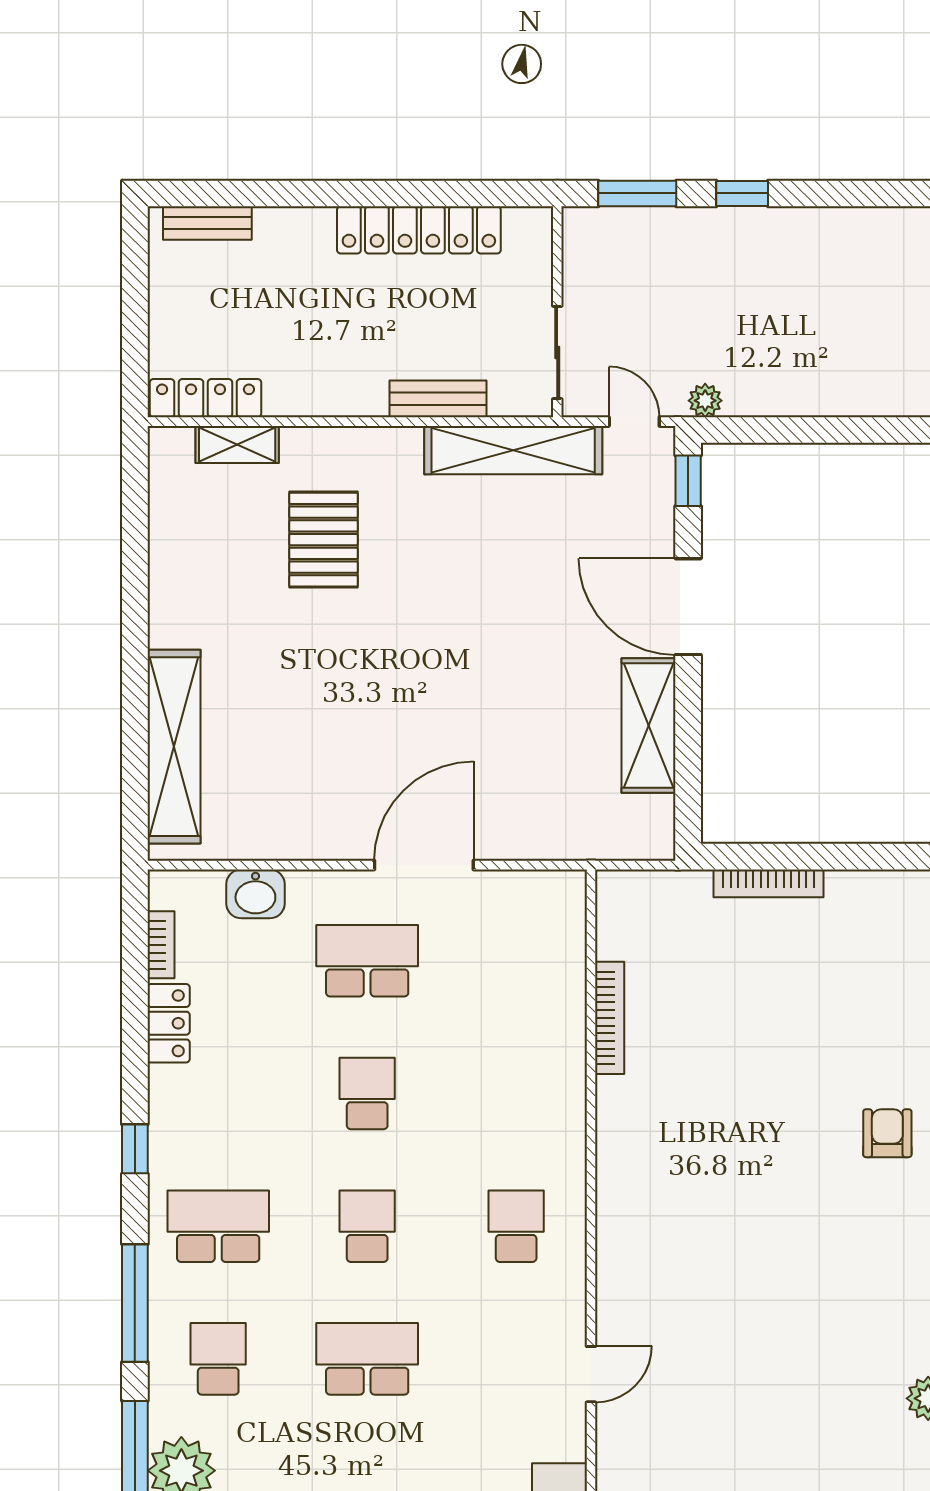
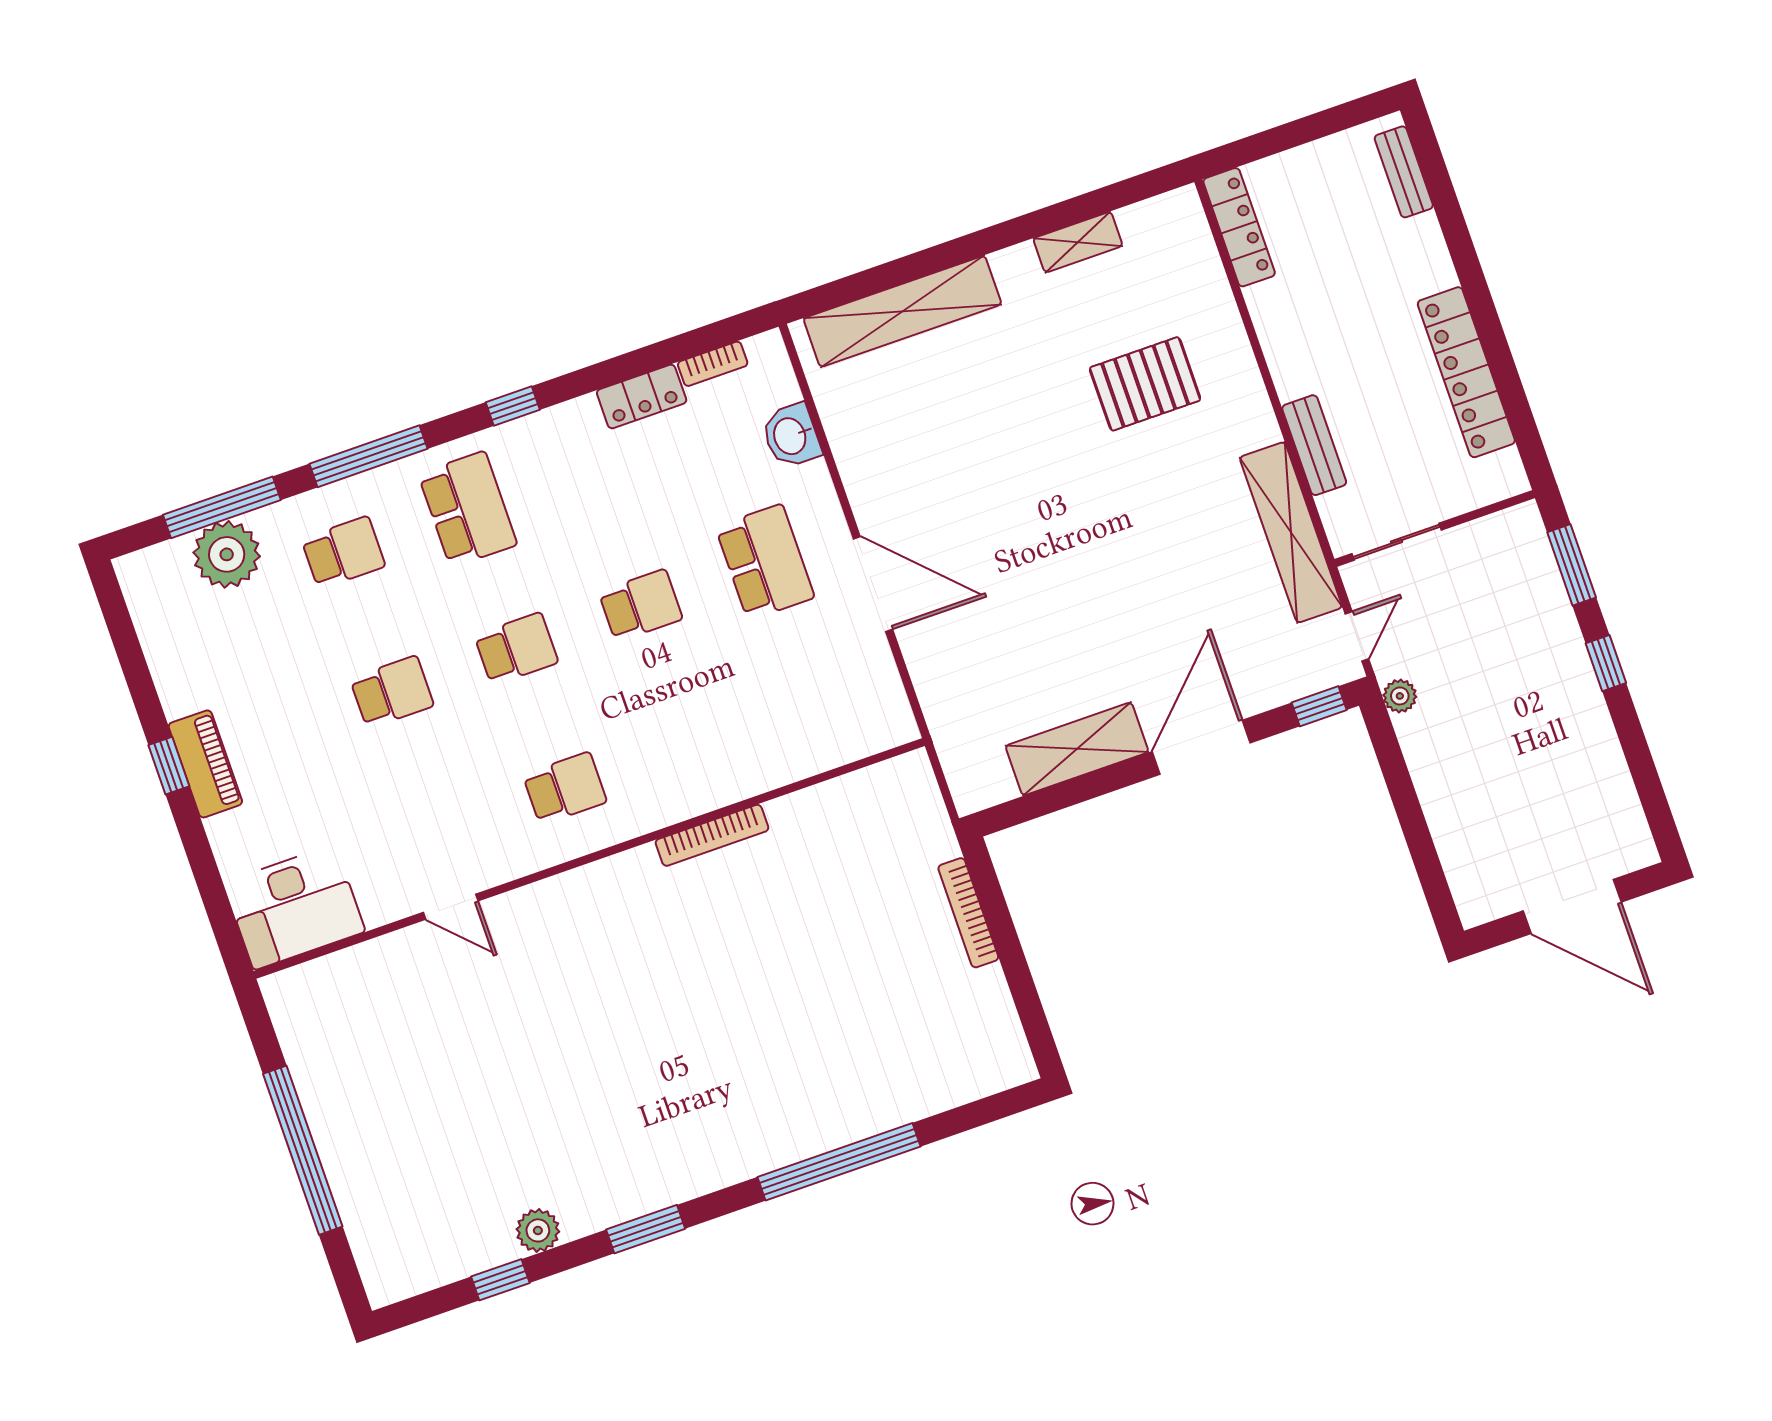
shelving: (237, 444) -> (1078, 242), moved, turned 90
bookcase: (610, 1018) -> (712, 835), moved
armchair: (887, 1133) -> (773, 1106), removed
school desk: (367, 1359) -> (392, 692), width x0.54

